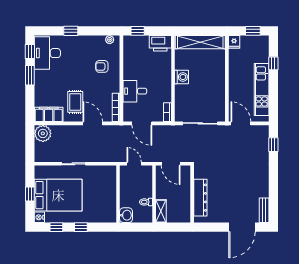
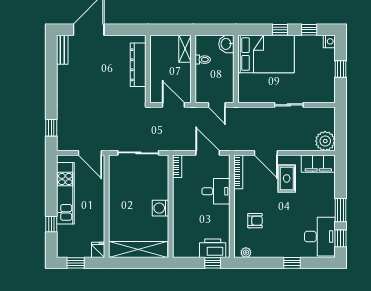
printer: (160, 43) -> (213, 248), moved
bed: (58, 195) -> (266, 54), moved, turned 180

